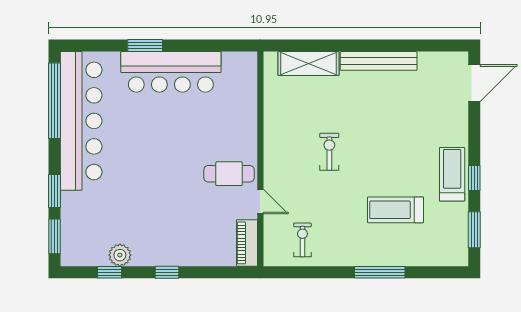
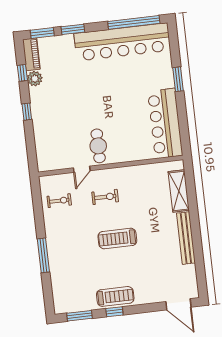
bar counter: (171, 72) -> (165, 123), moved
exercise bike: (329, 152) -> (105, 197), moved
treadmill: (395, 210) -> (117, 239), moved, turned -90
piano: (247, 243) -> (31, 54), moved, turned 90

